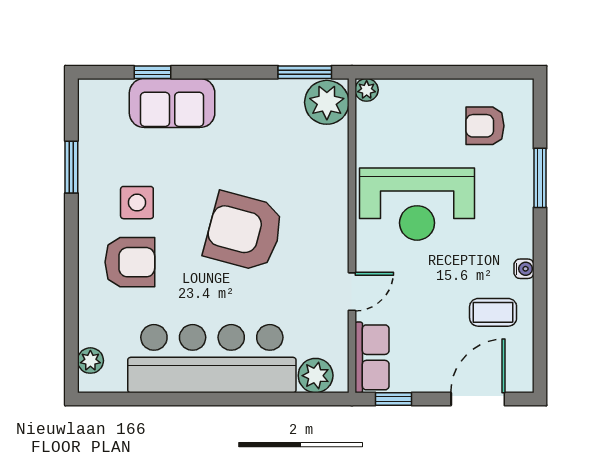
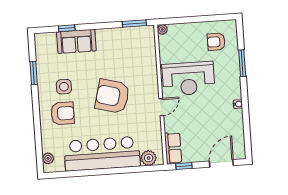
plant: (327, 102) -> (145, 36), removed
door: (352, 292) -> (161, 107), moved
coffee table: (493, 312) -> (226, 124), removed

